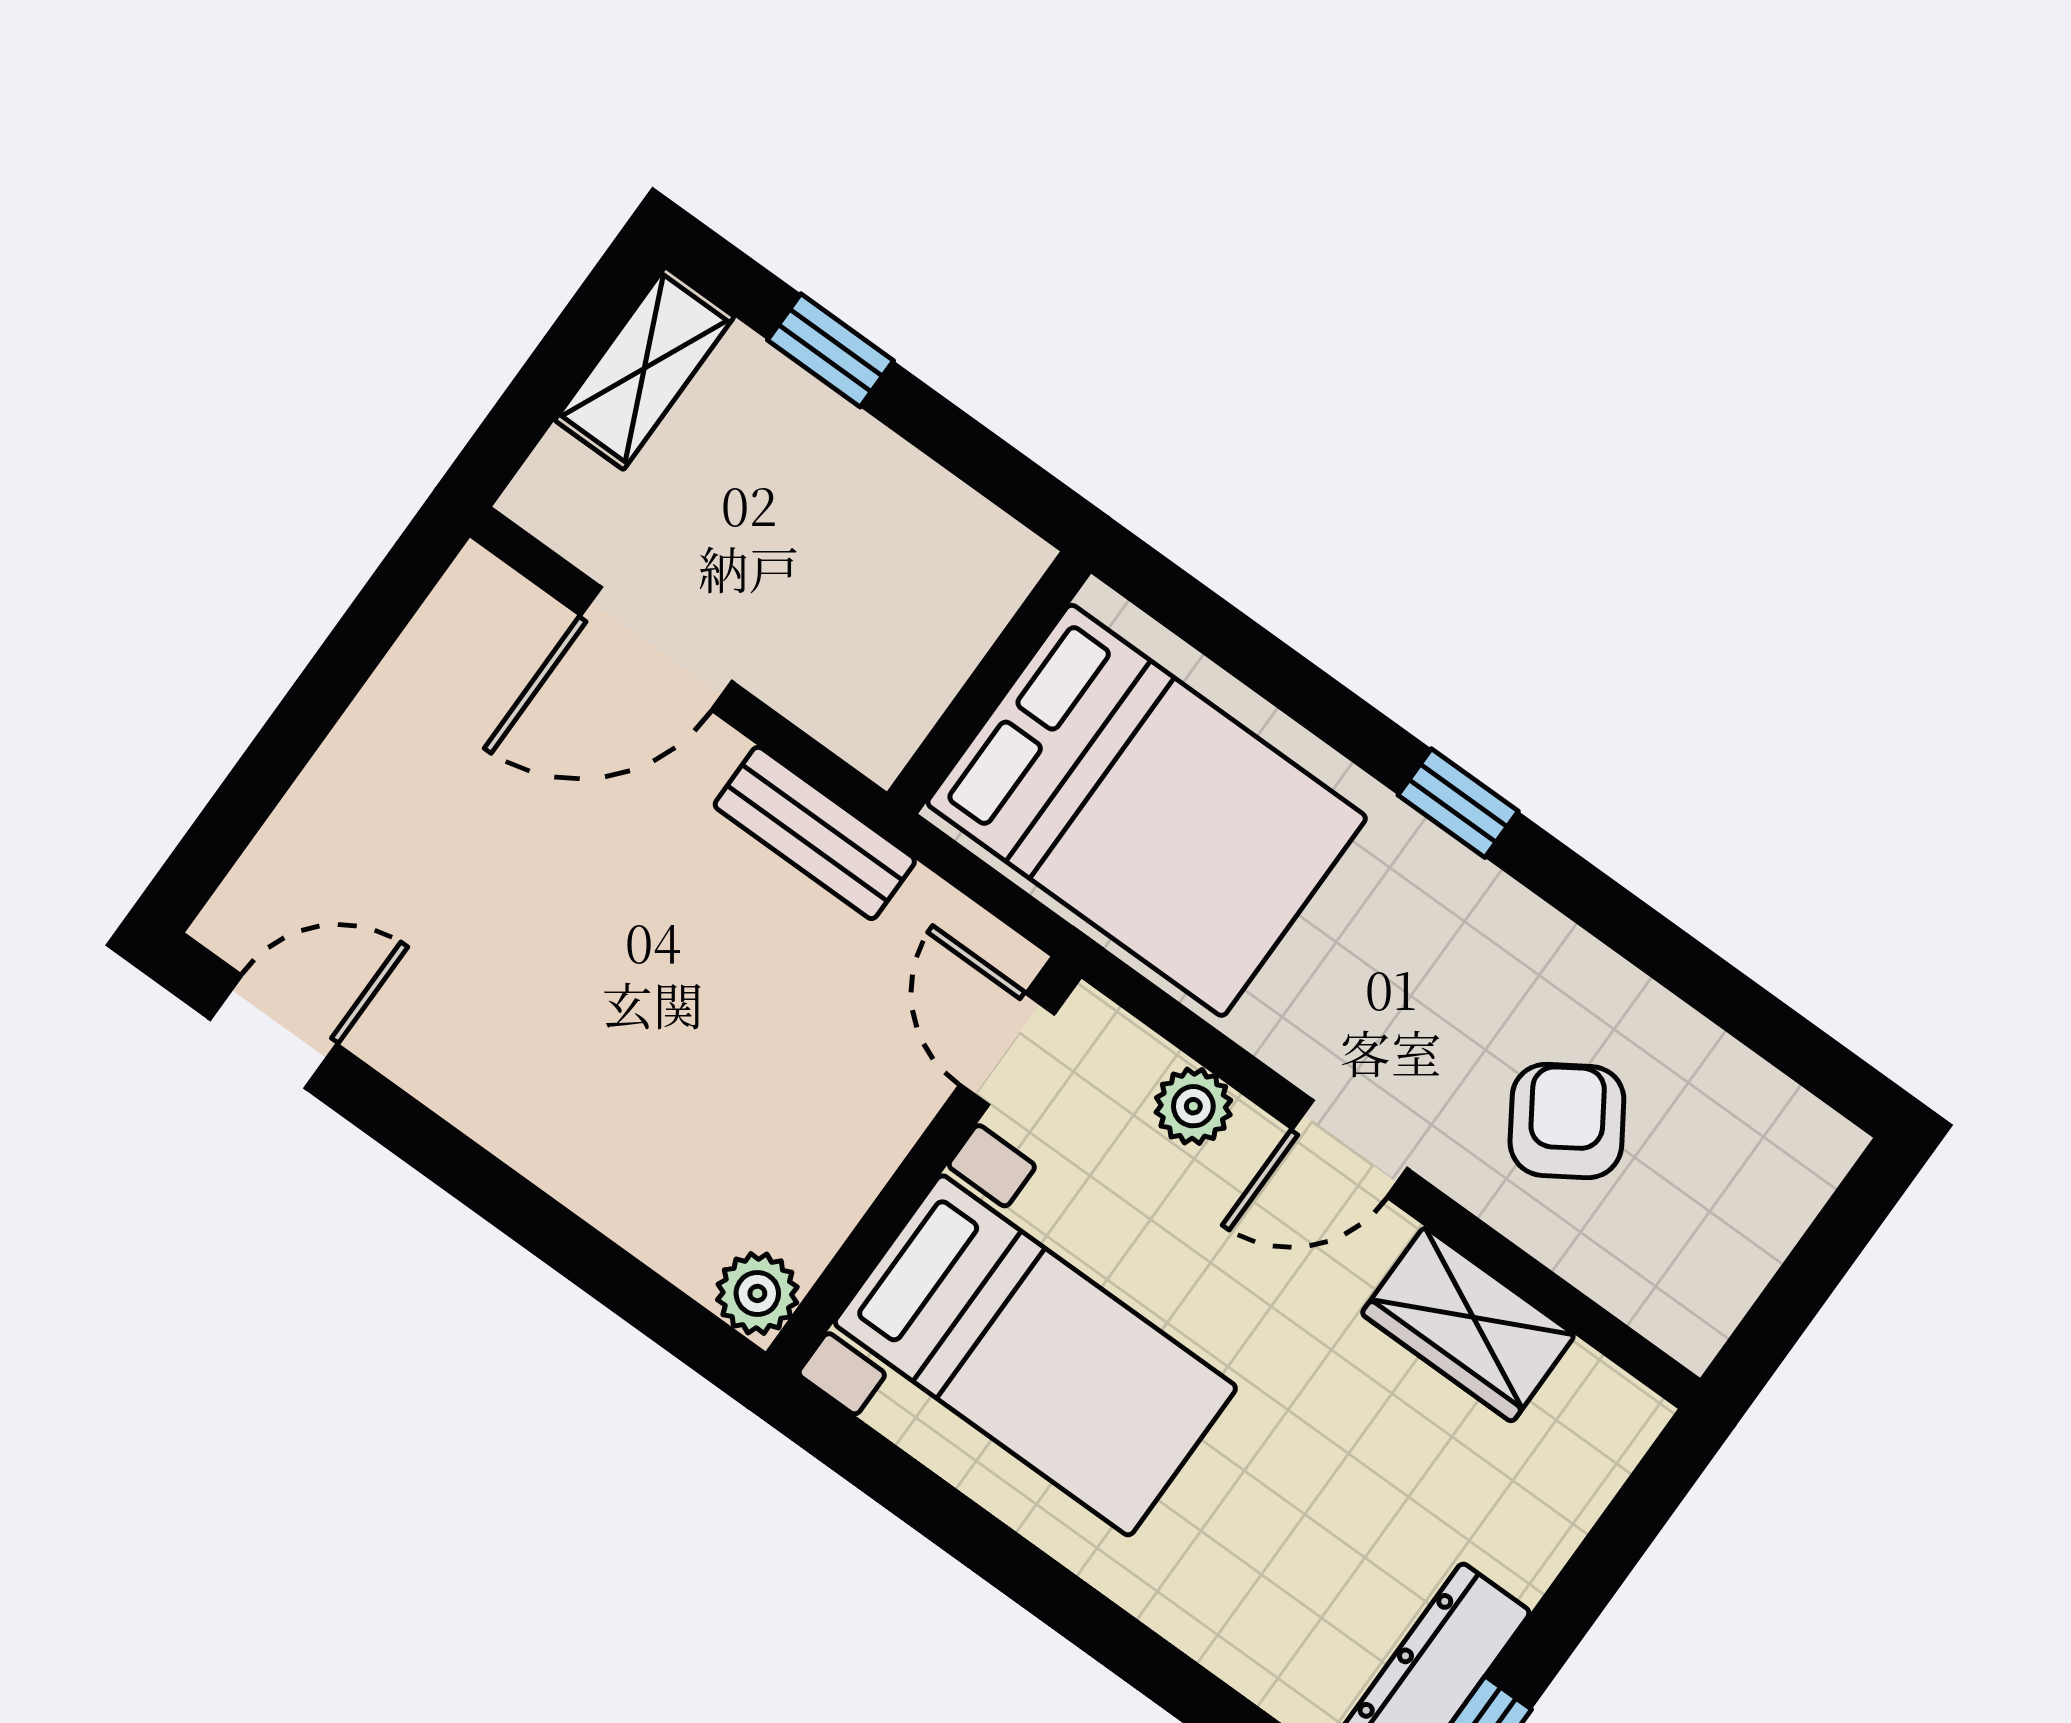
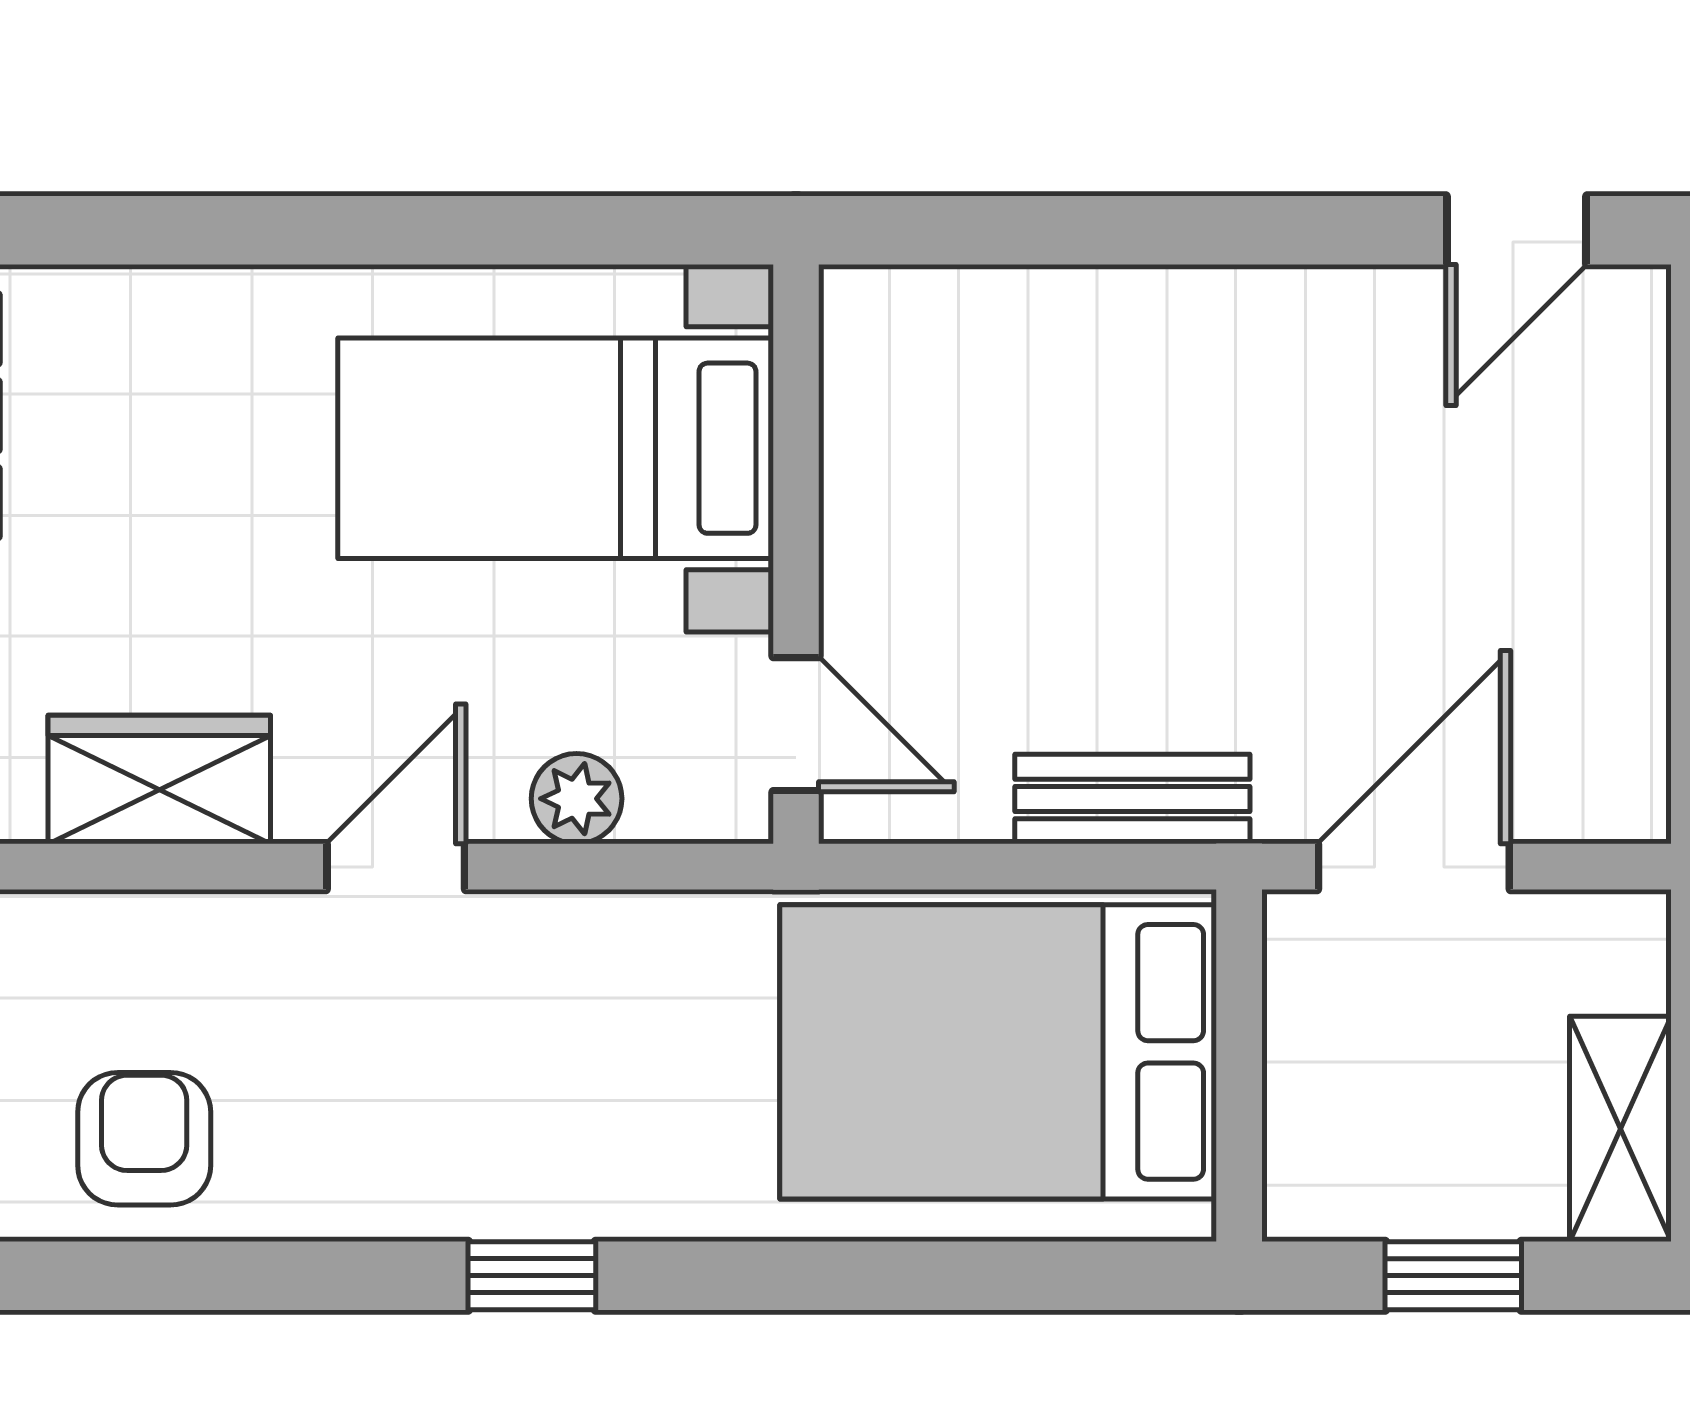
wall: (989, 683) -> (1239, 1065), moved
bed: (1147, 810) -> (998, 1052), moved
armchair: (1567, 1121) -> (144, 1139), moved, turned -147
plant: (757, 1293) -> (867, 314), removed

